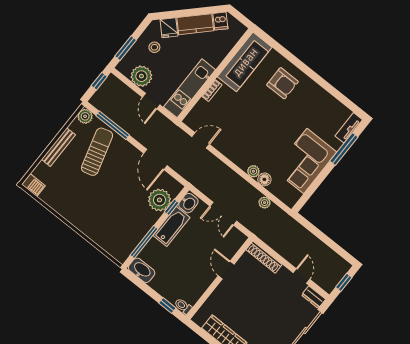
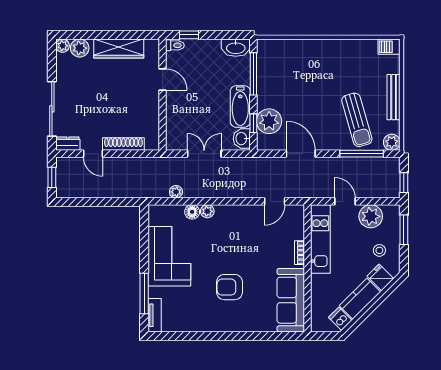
armchair: (282, 83) -> (230, 287), moved
shoe rack: (264, 257) -> (123, 144), moved
door: (226, 270) -> (163, 79), moved

